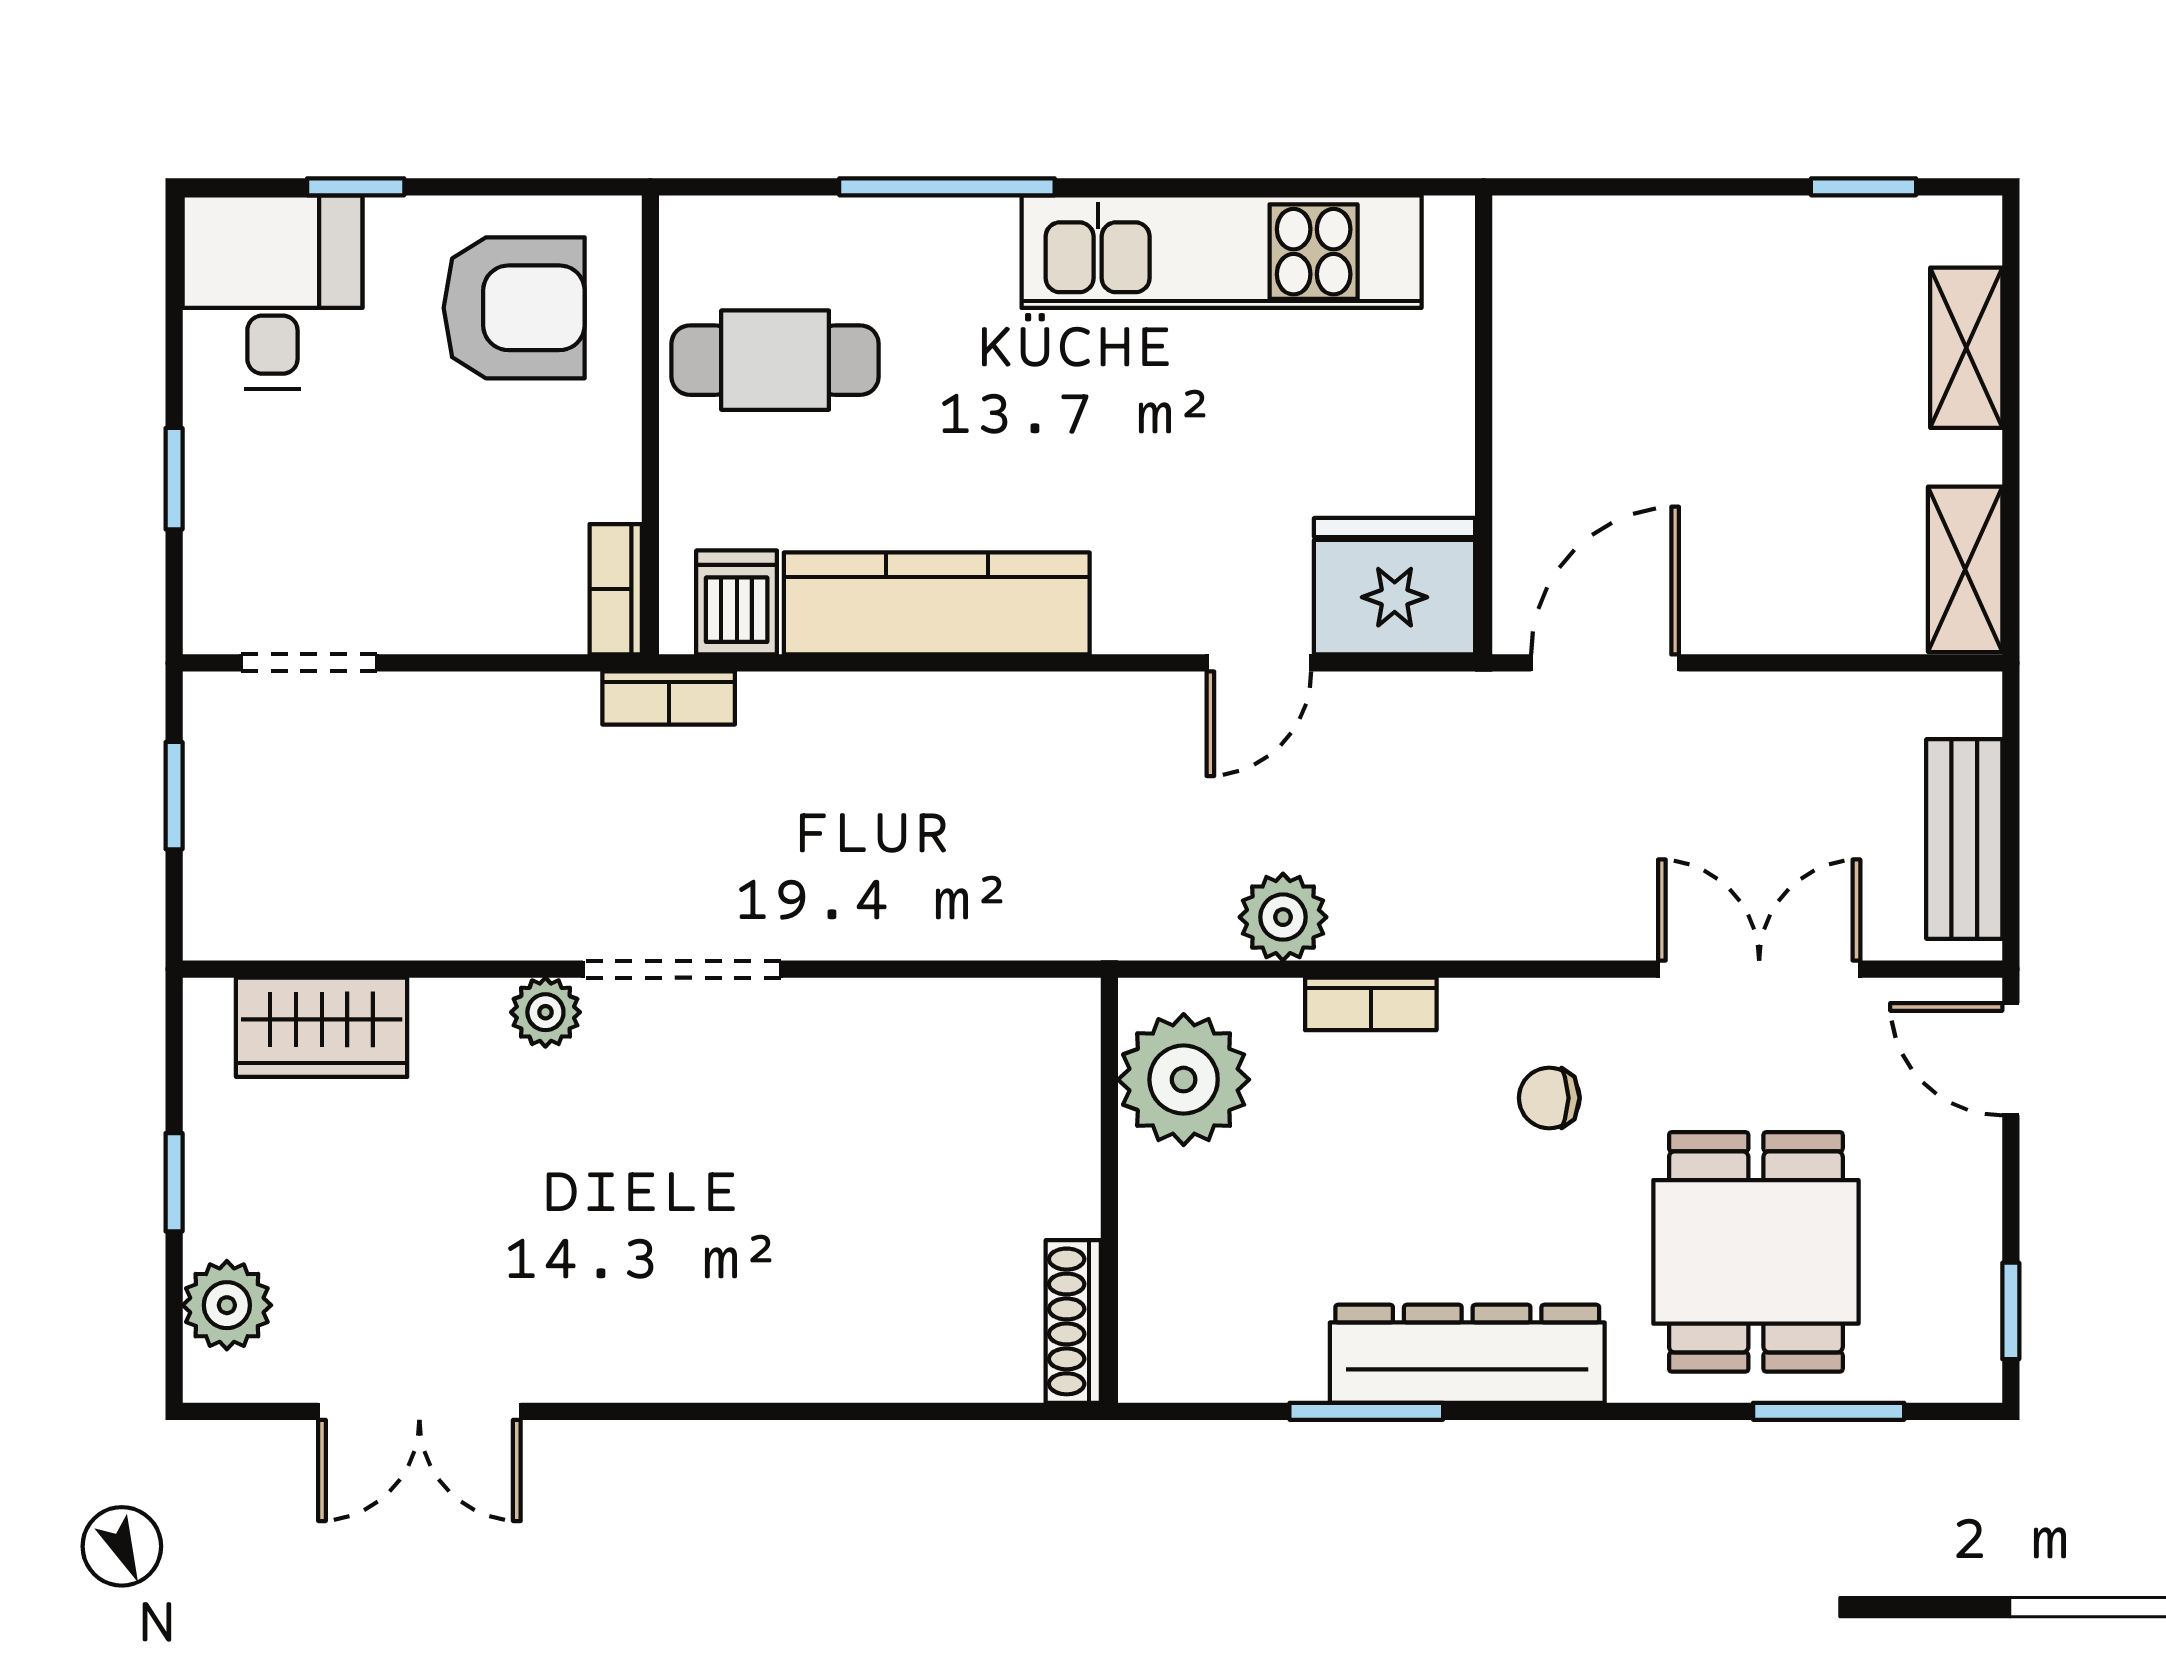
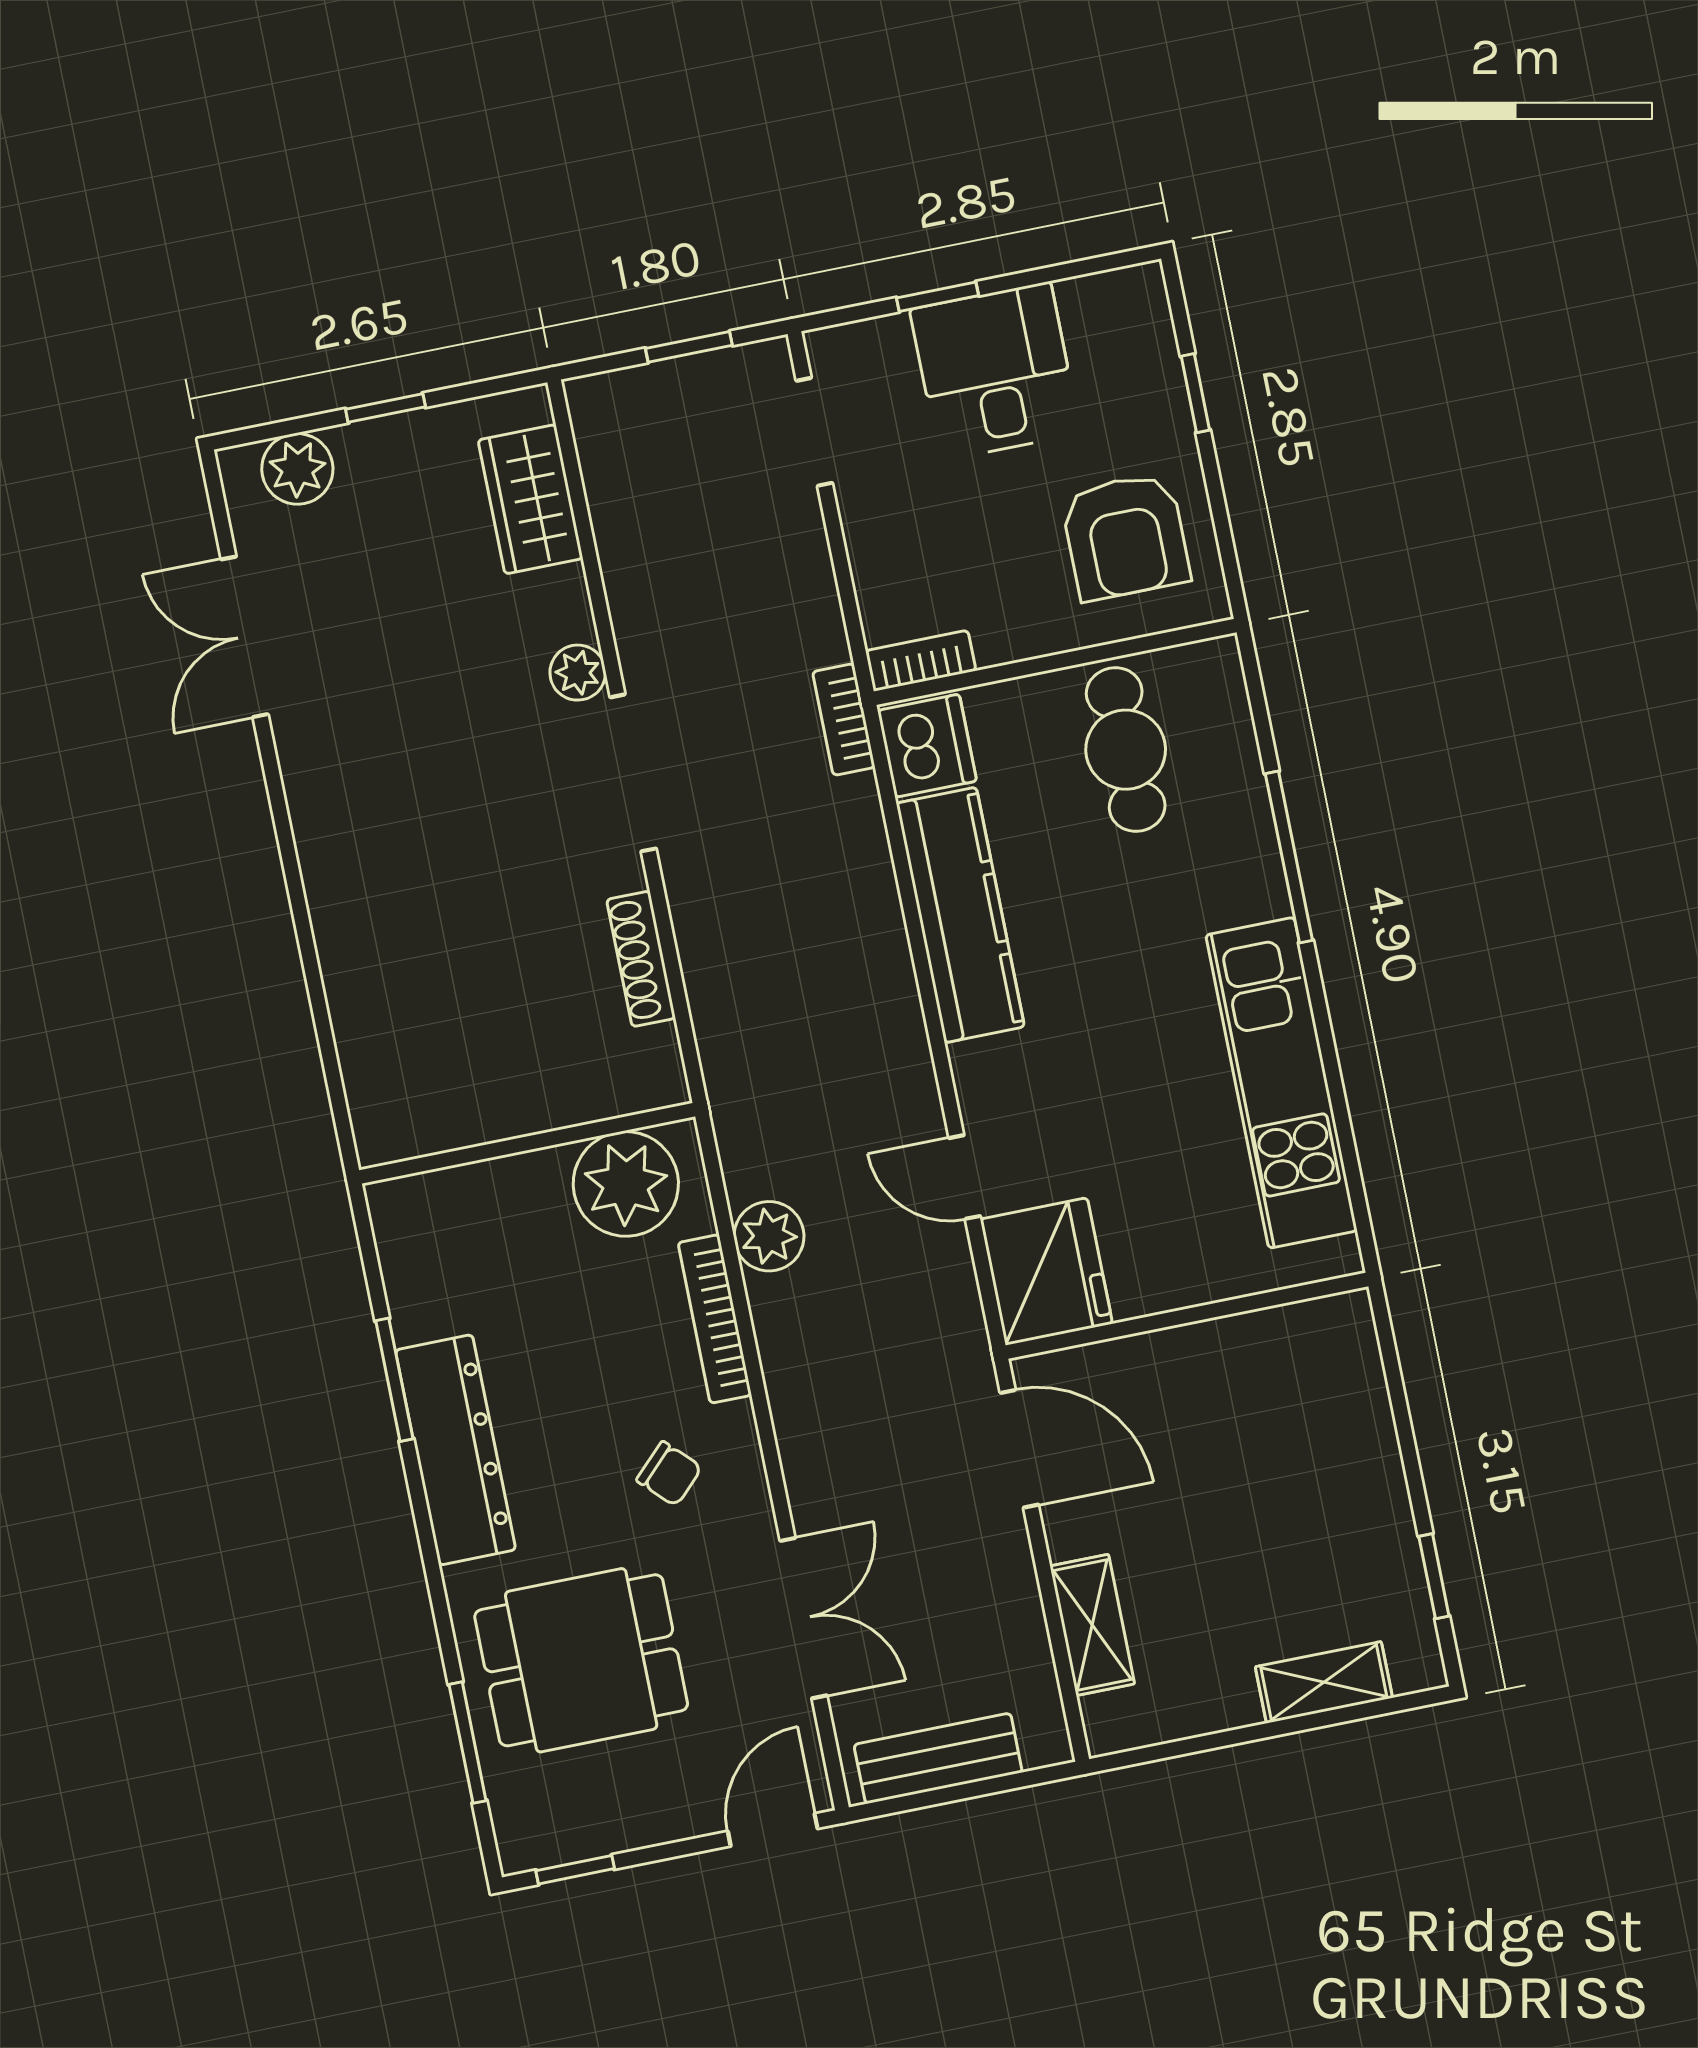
desk: (272, 292) -> (995, 371), moved, turned -90
shelving: (1965, 569) -> (1092, 1625), moved, turned 90
dishwasher: (737, 602) -> (927, 746), width x1.38
bookcase: (1371, 1004) -> (715, 1319), width x1.56
chair: (1549, 1098) -> (669, 1474), turned 135
shoe rack: (1073, 1321) -> (641, 959), moved, turned -90

